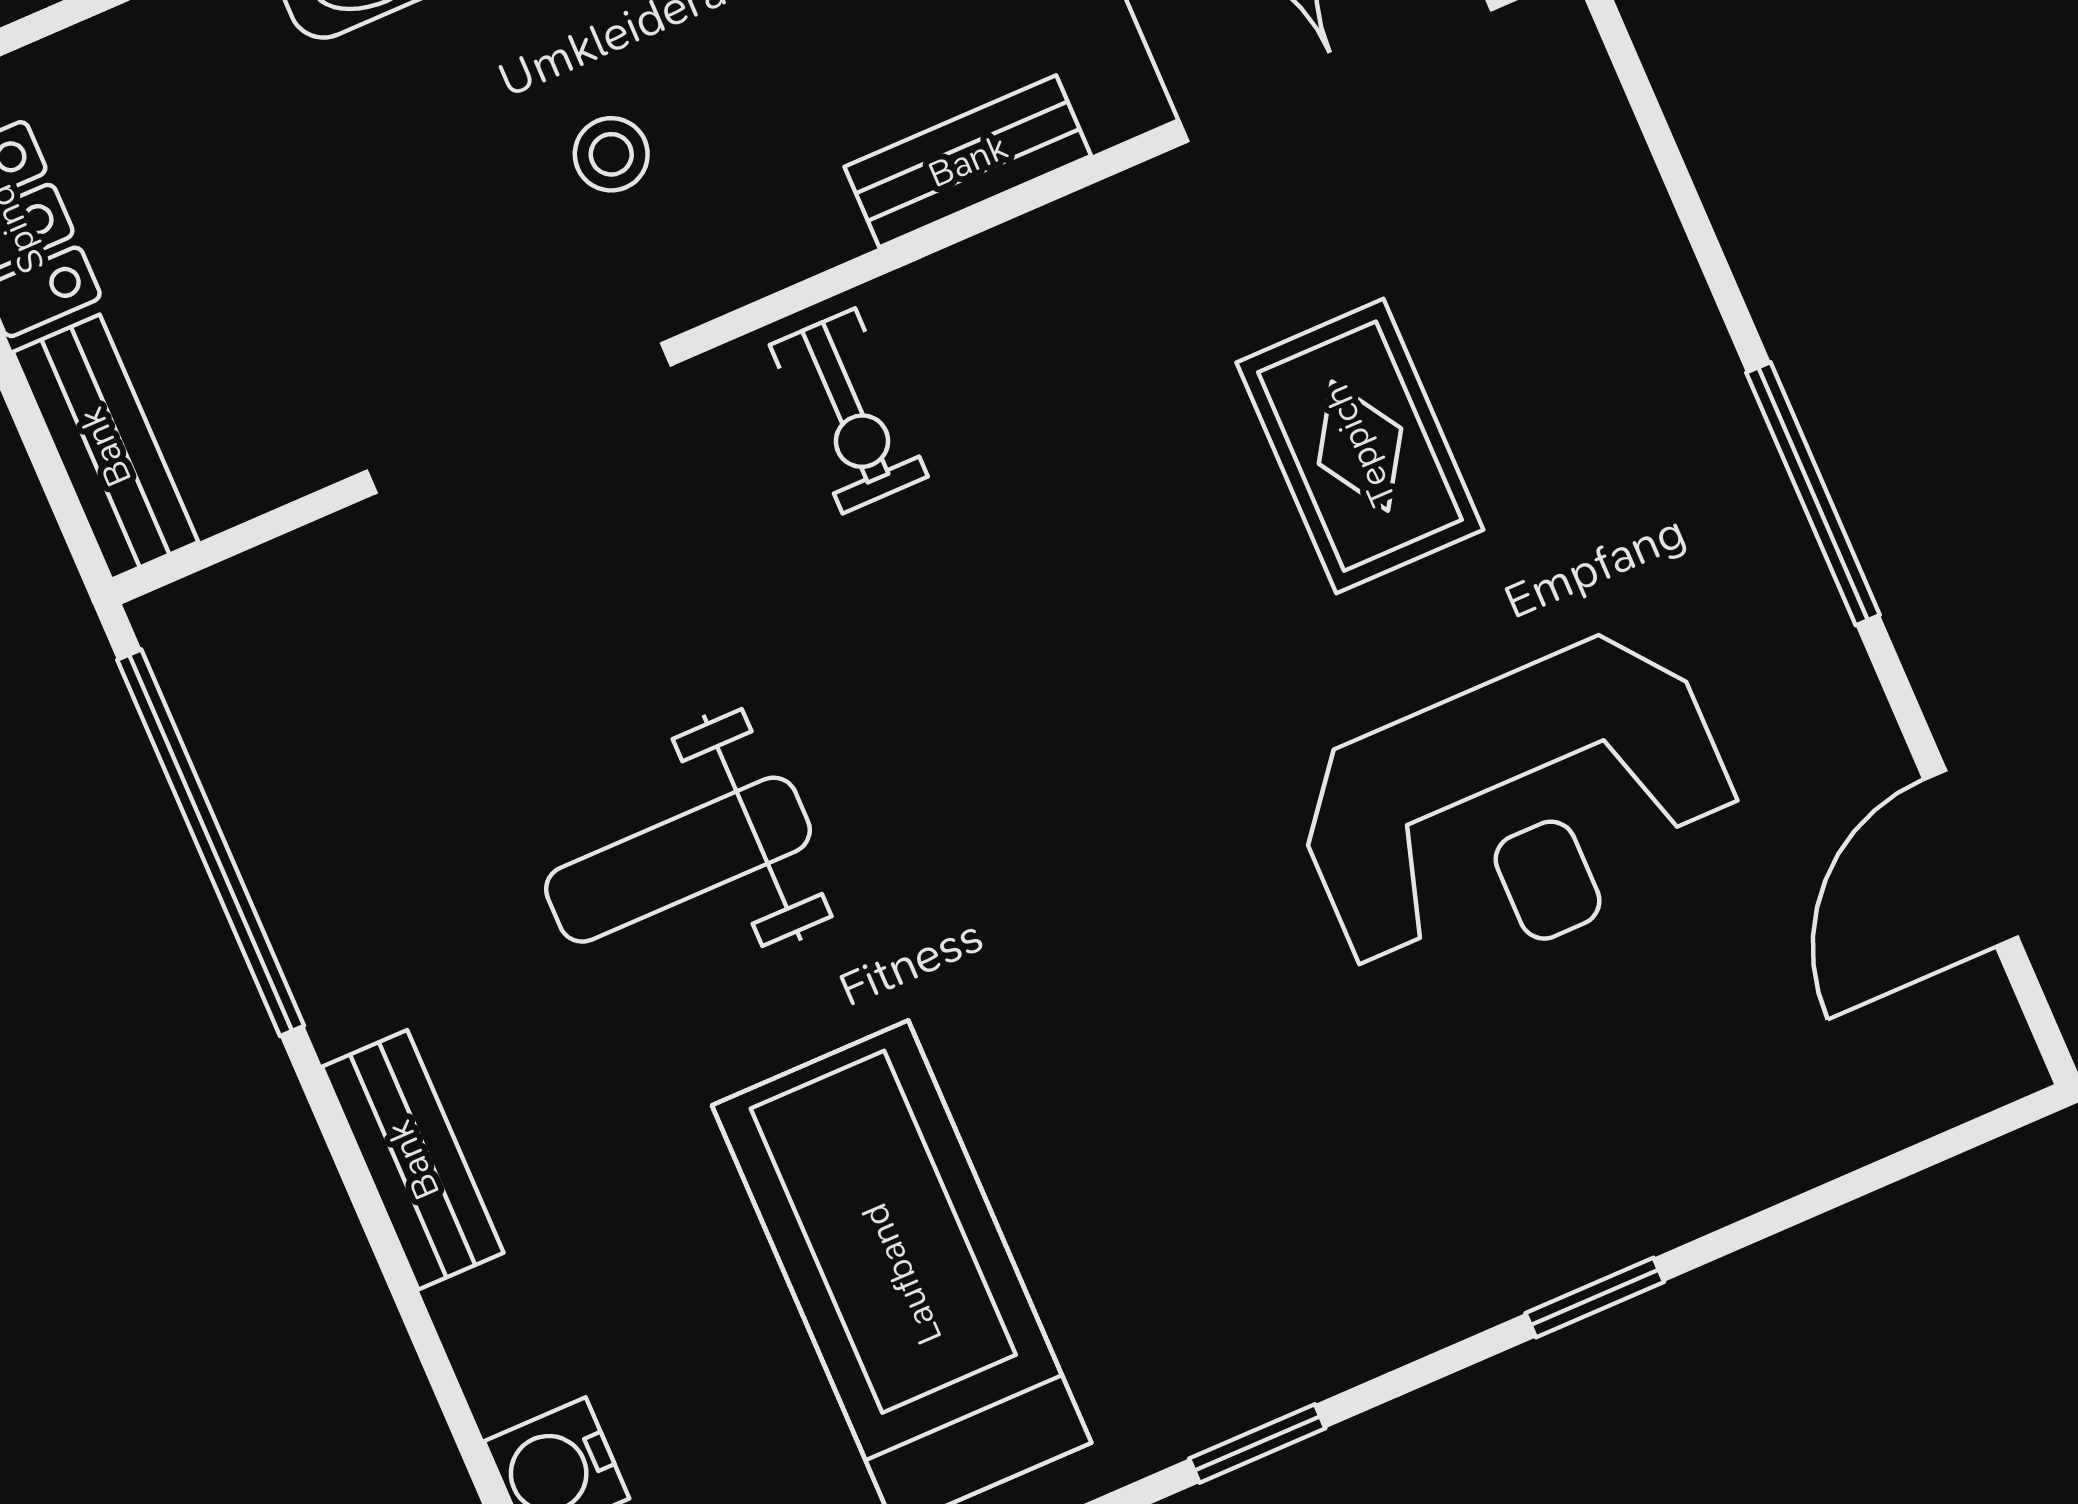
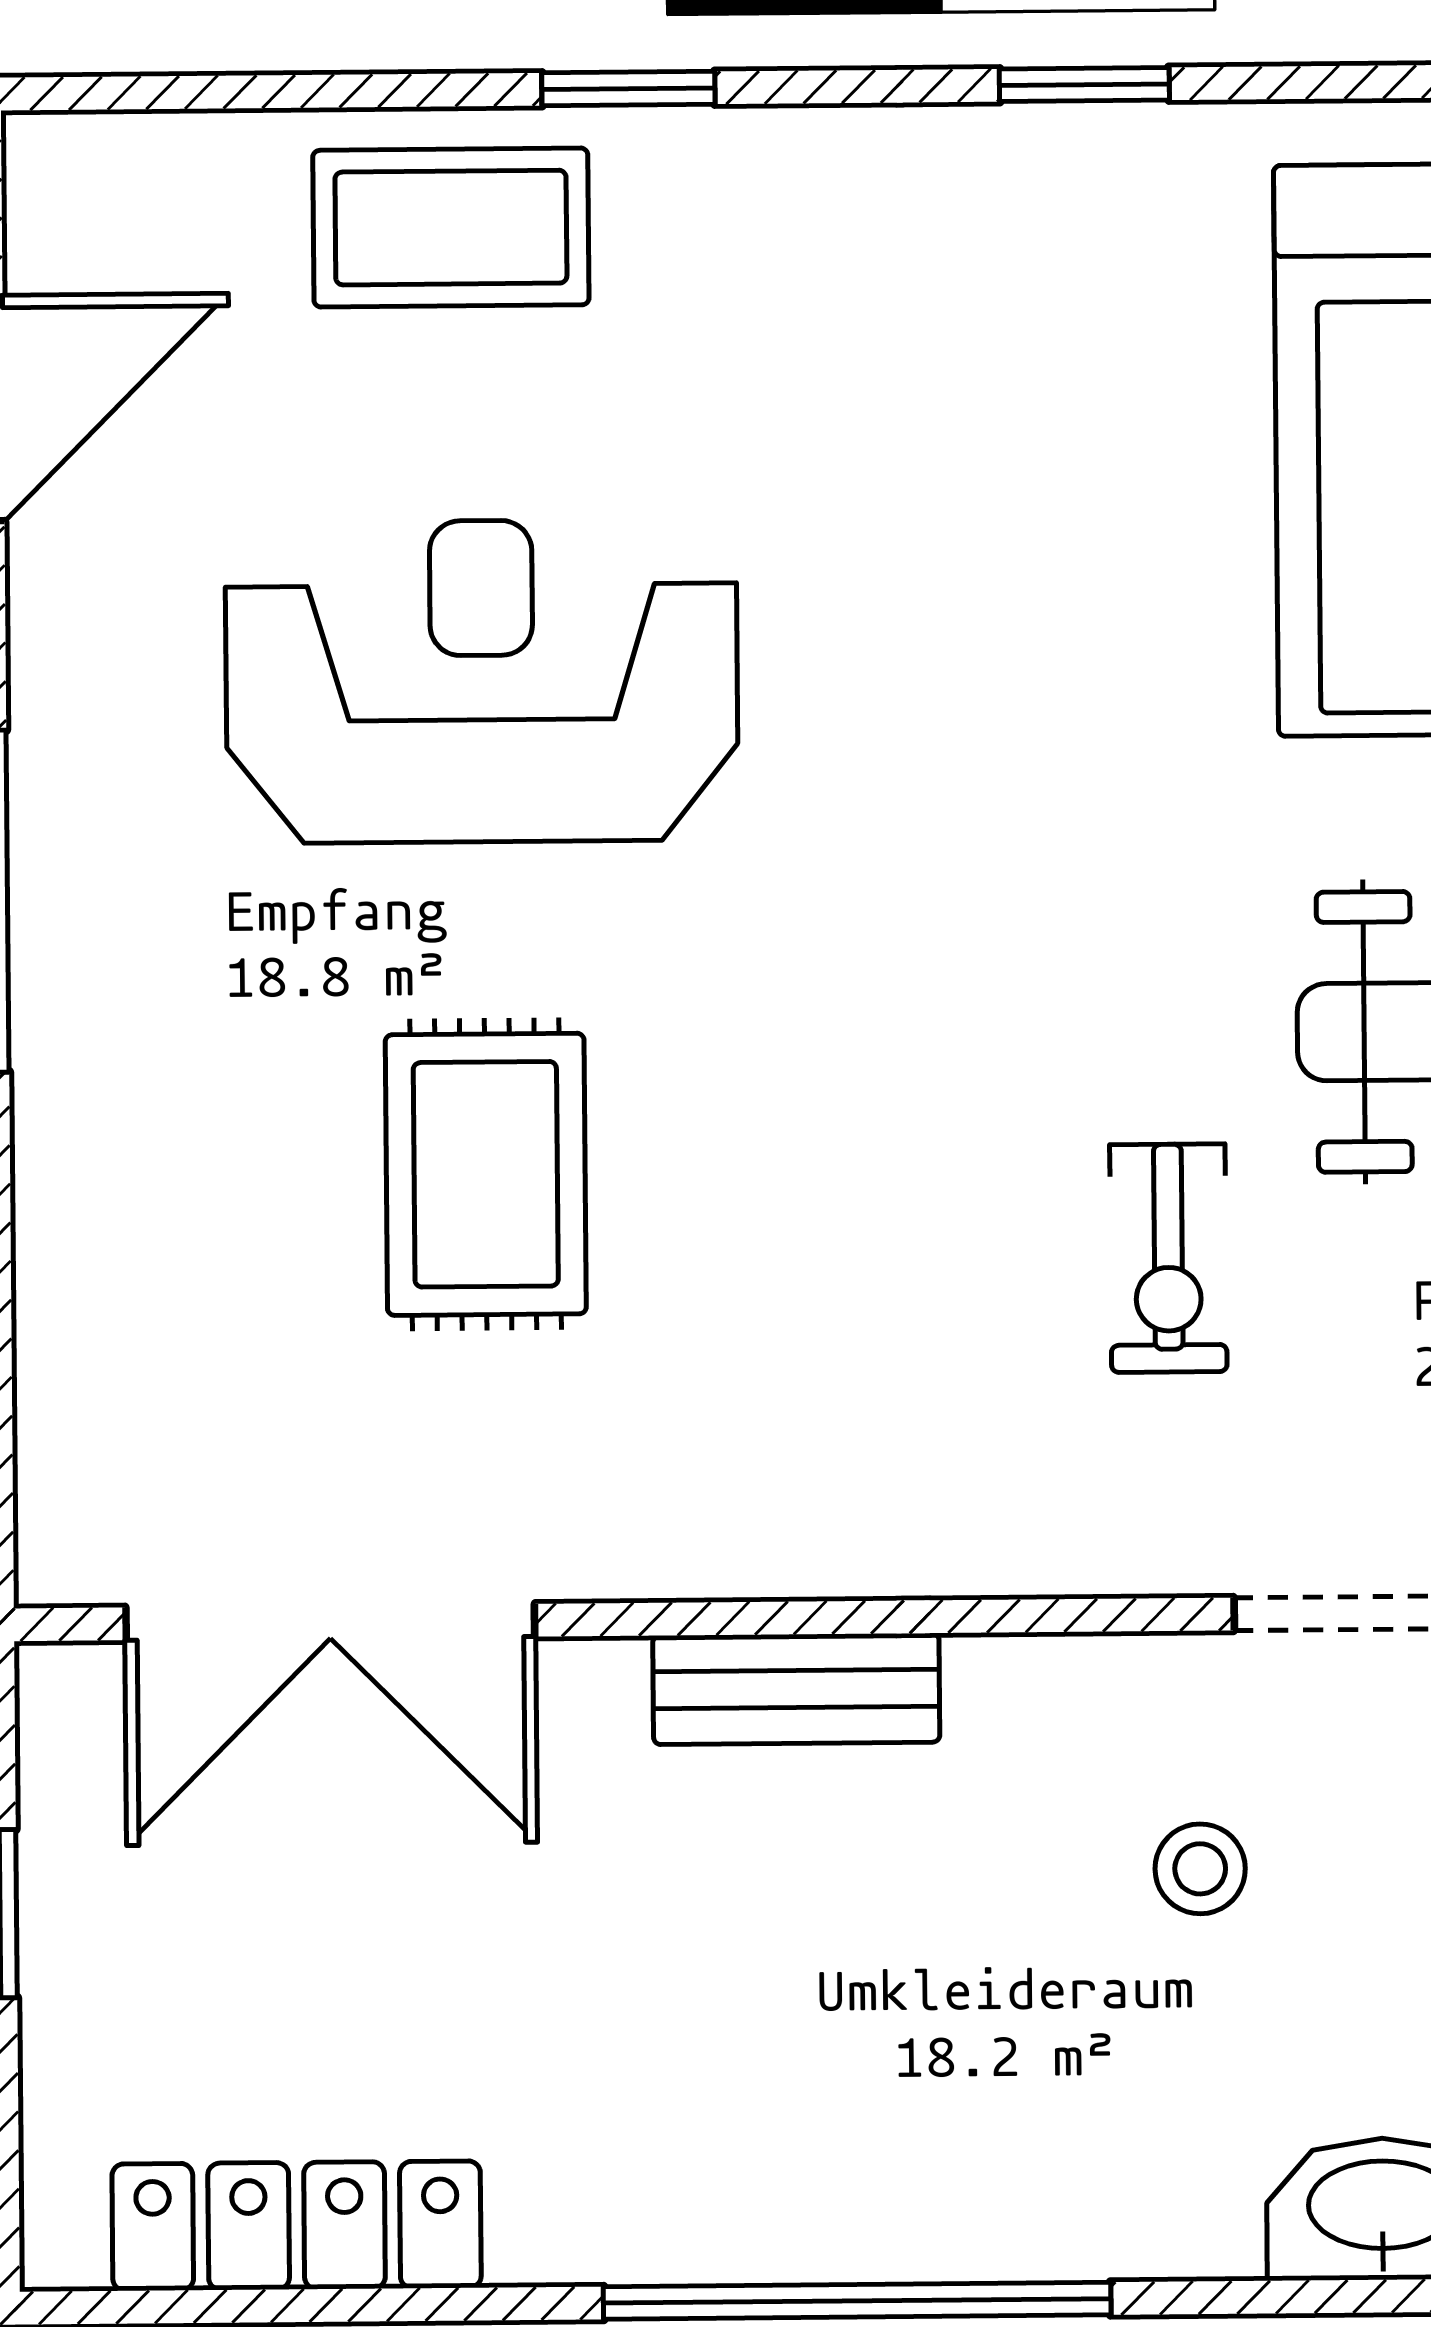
exercise bike: (849, 411) -> (1168, 1258), moved, turned 180
coffee table: (1683, 1138) -> (451, 228), added

